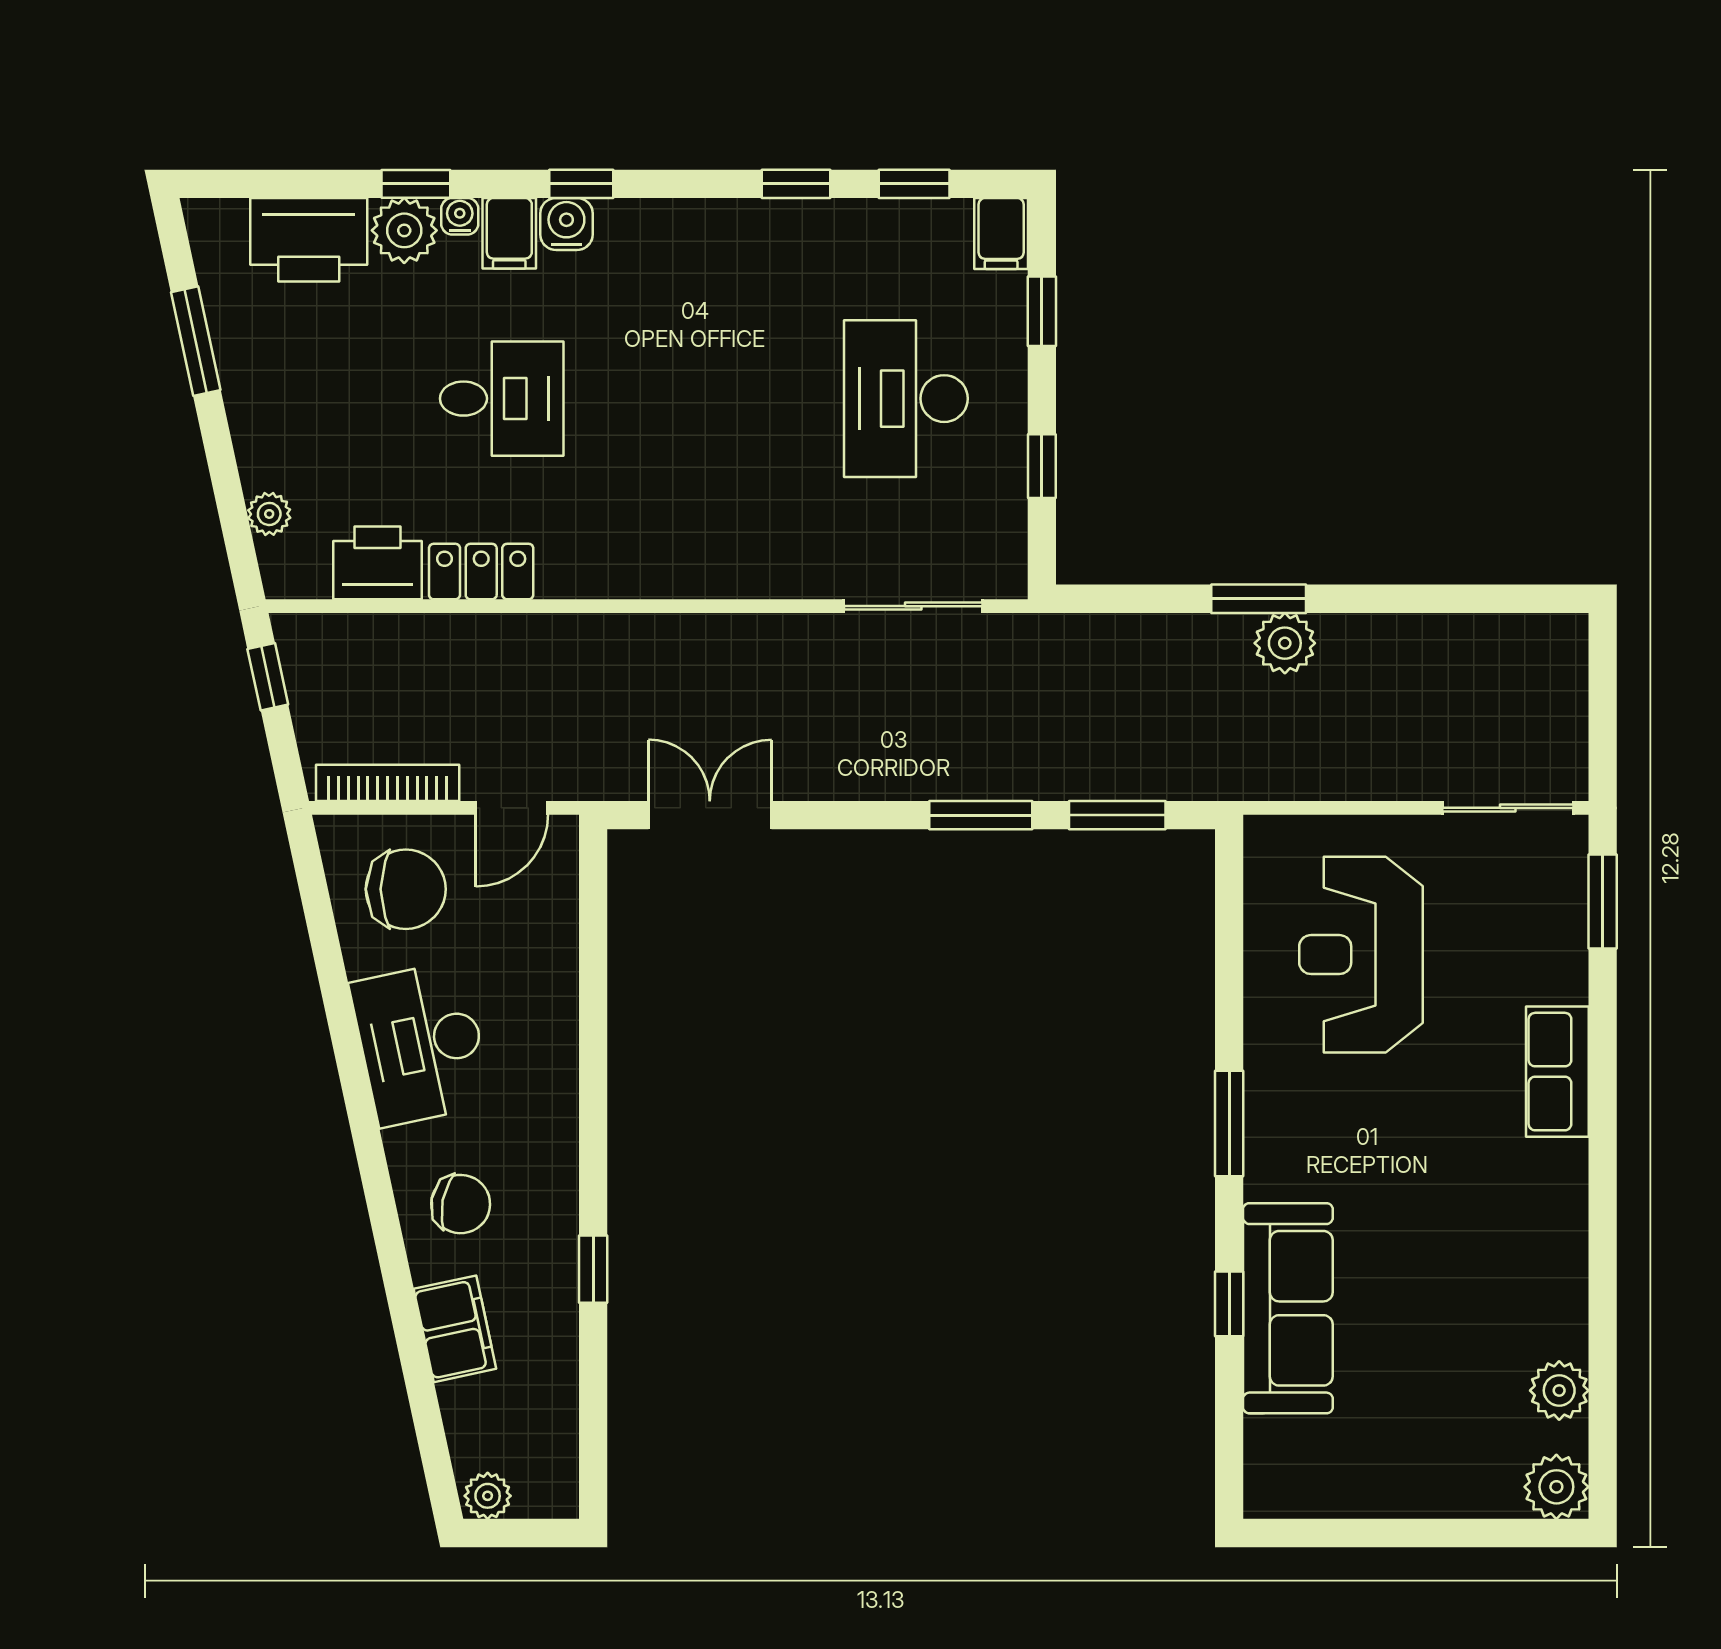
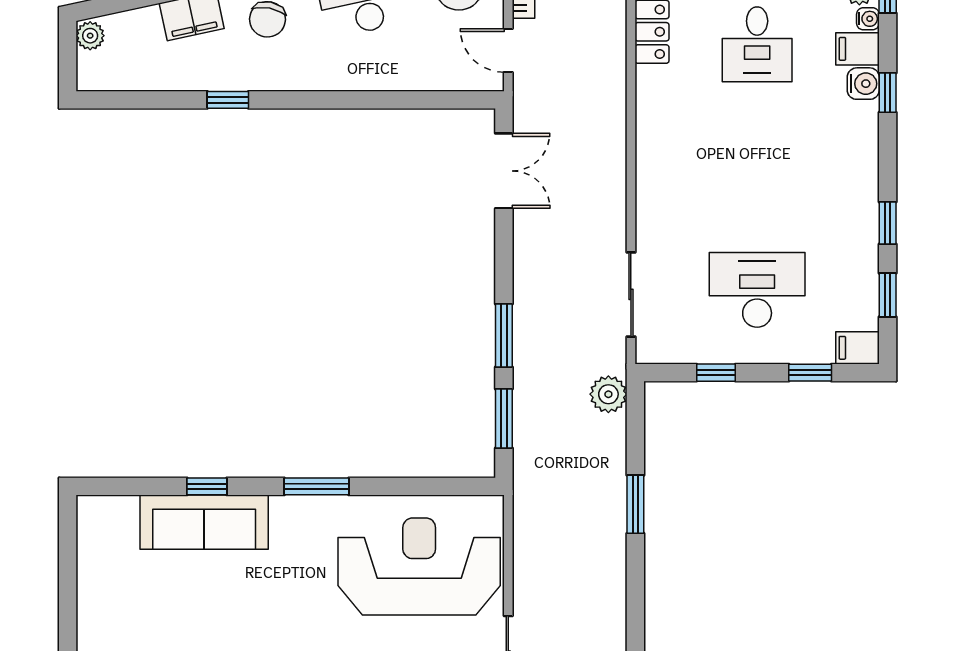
plant: (1285, 643) -> (608, 394), moved
reception desk: (1361, 955) -> (419, 567), width x1.36, depth x1.30

